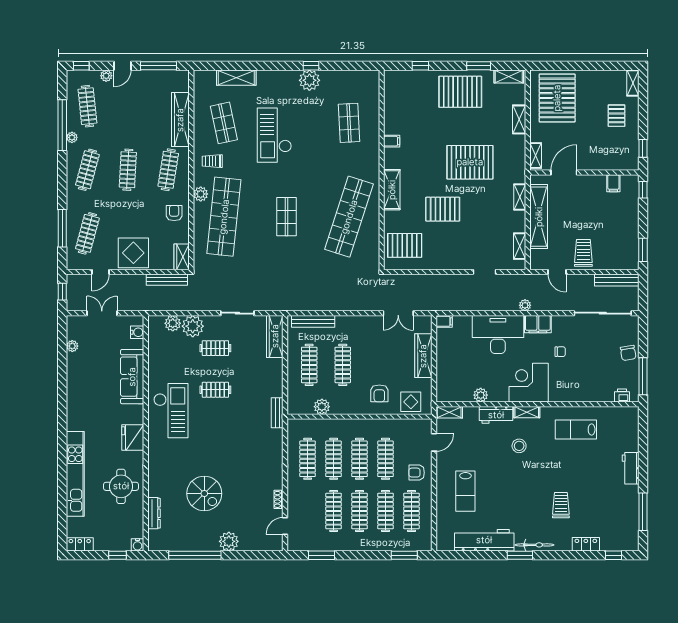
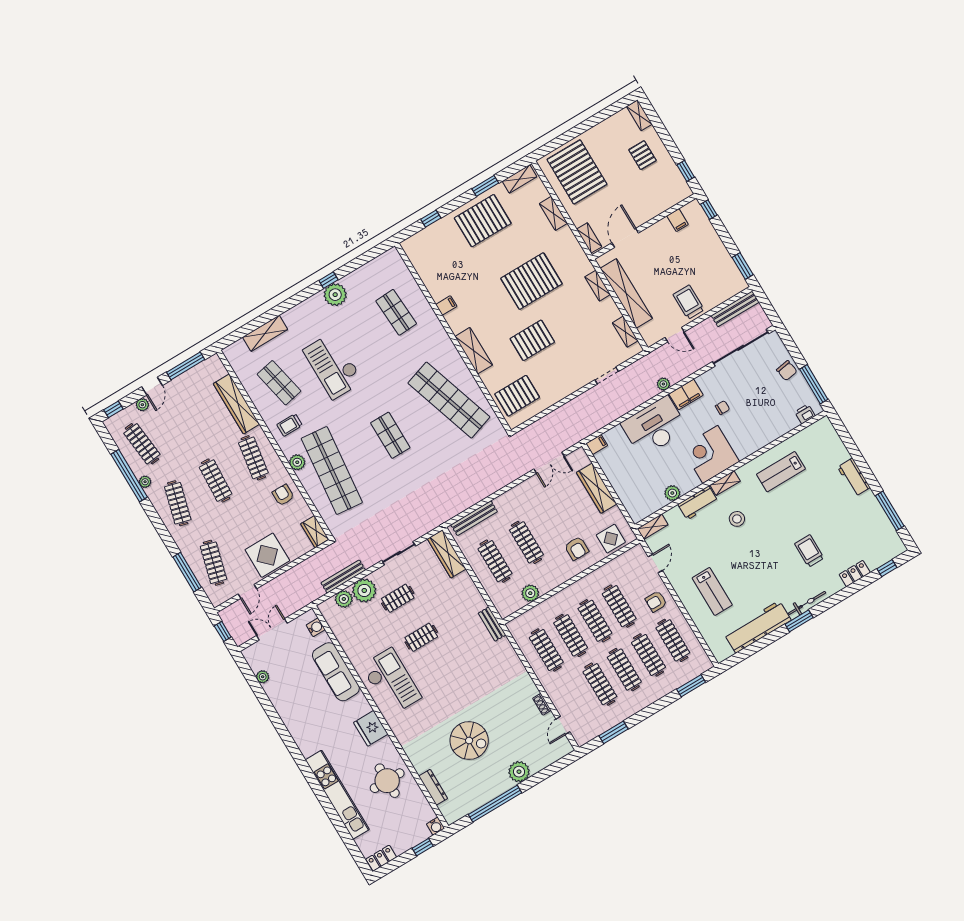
shop shelf: (349, 217) -> (449, 400), turned -36
bench: (167, 280) -> (343, 577), moved

